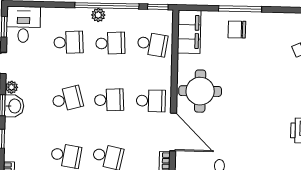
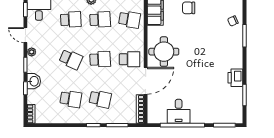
school desk: (67, 99) -> (71, 59), turned 39
washbasin: (14, 106) -> (34, 81), moved
door: (173, 132) -> (146, 81), hinge flipped

